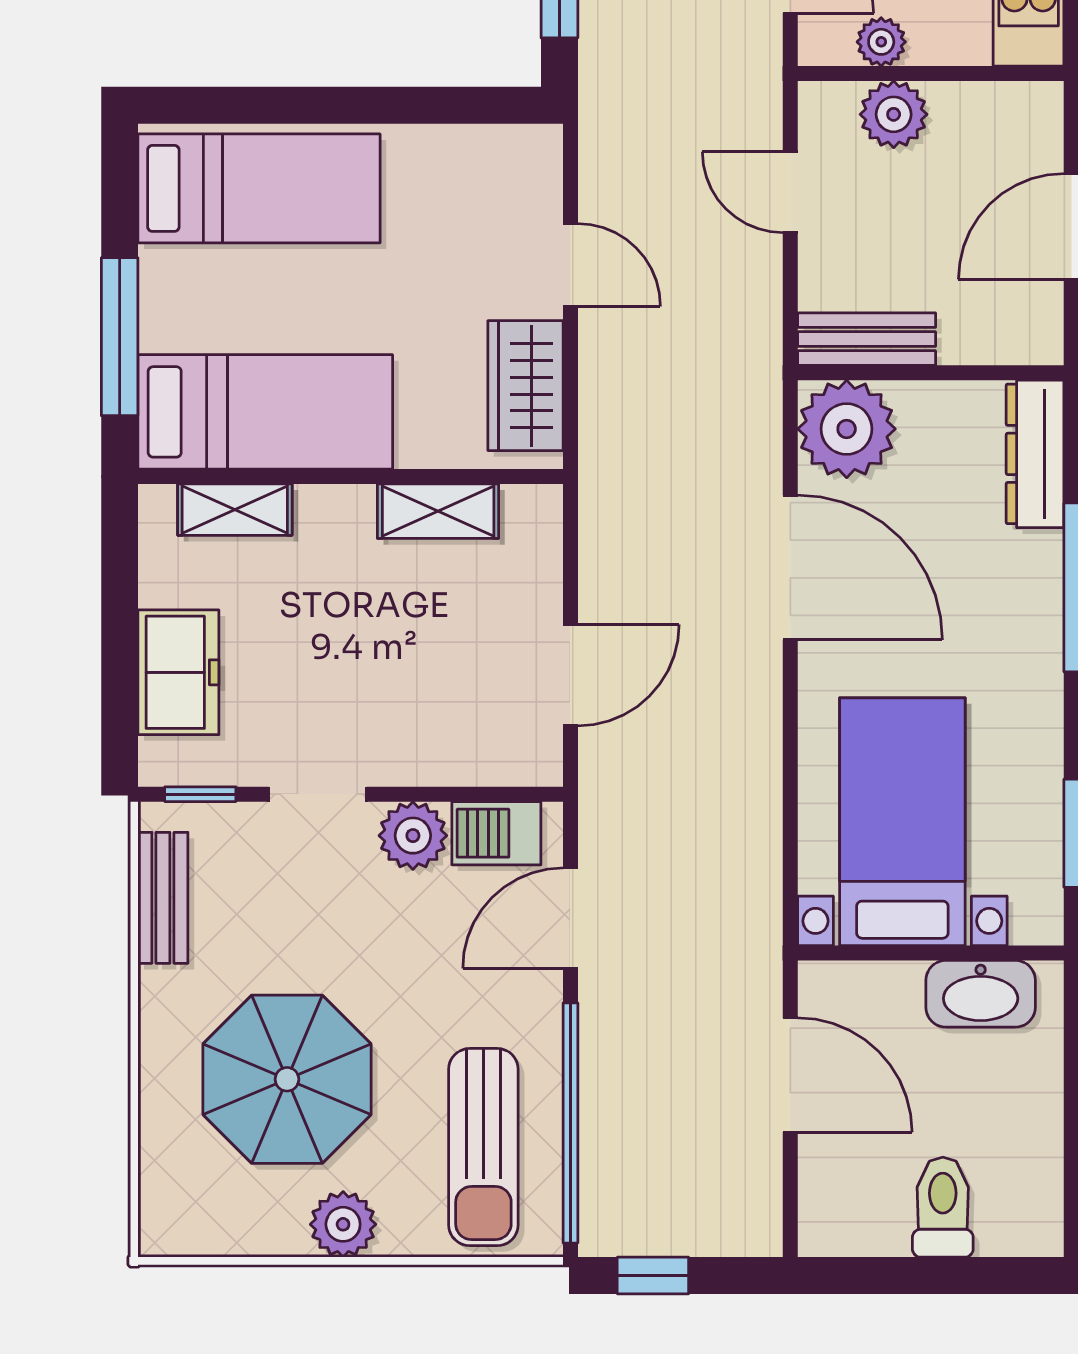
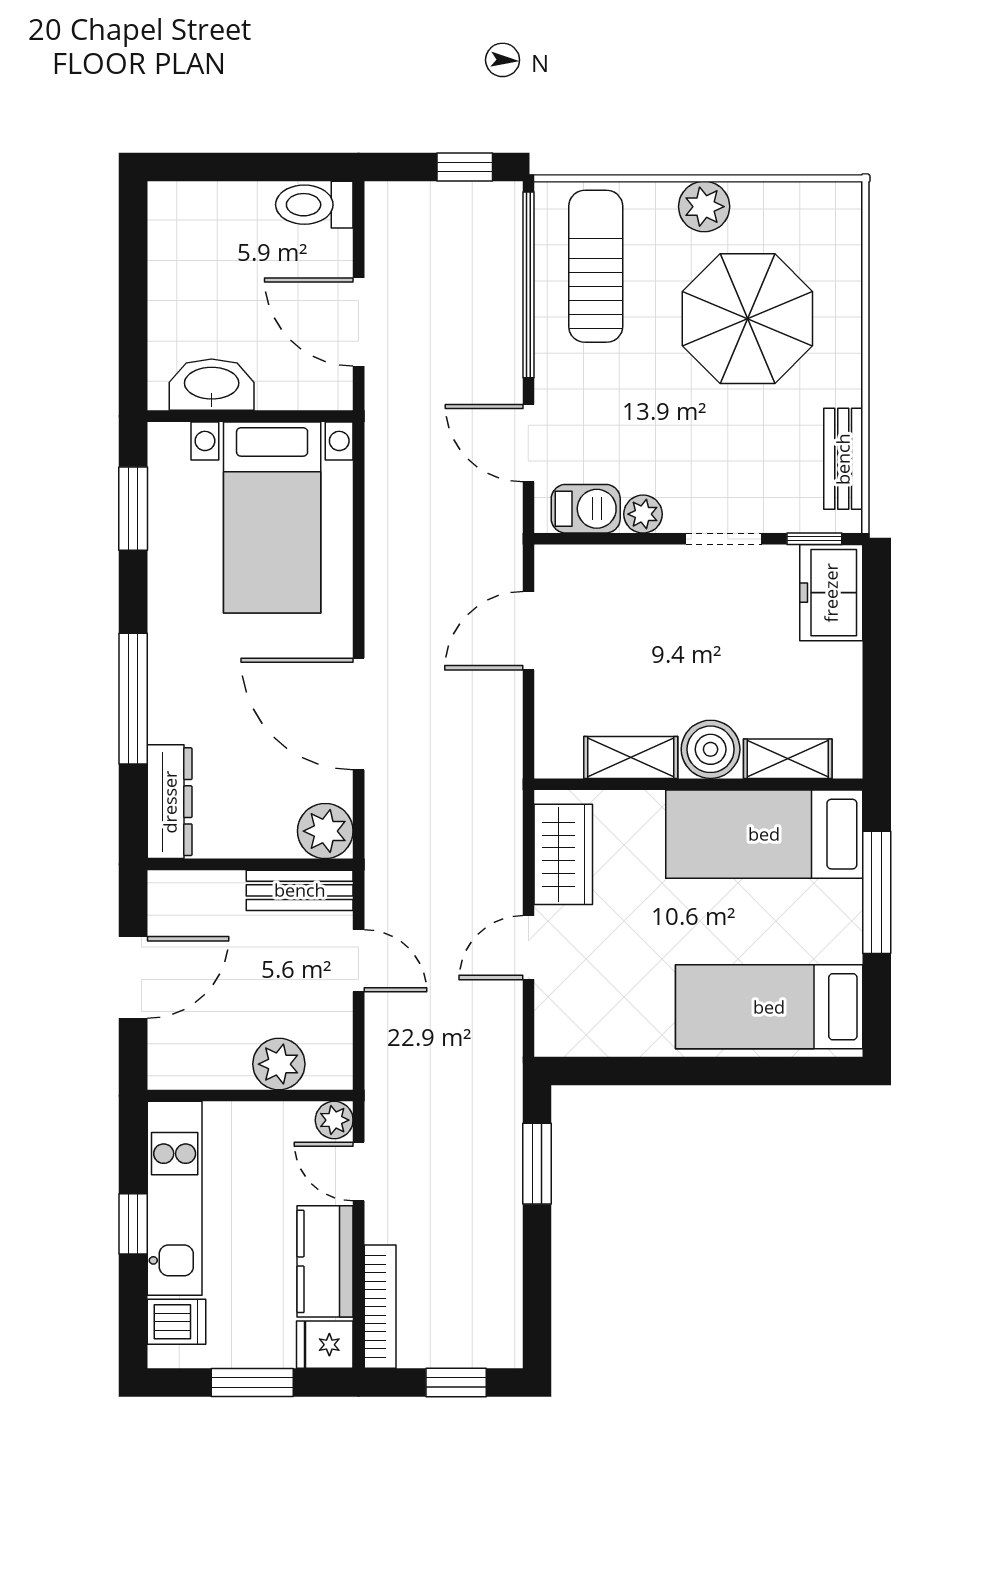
plant: (881, 42) -> (334, 1120), moved
door: (790, 192) -> (359, 961), moved
door: (570, 265) -> (528, 948), hinge flipped
plant: (847, 429) -> (325, 831), width x0.73, depth x0.73
boiler: (335, 522) -> (711, 749), added
freezer: (178, 672) -> (831, 593), moved
plant: (413, 836) -> (643, 514), width x0.73, depth x0.73
door: (570, 918) -> (528, 443), swing flipped
toilet: (943, 1207) -> (314, 205), moved, turned 90

